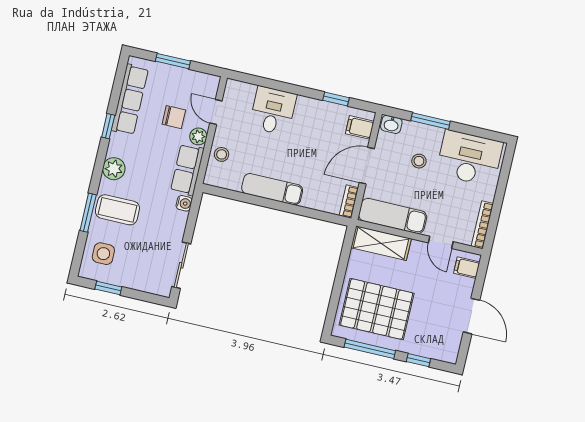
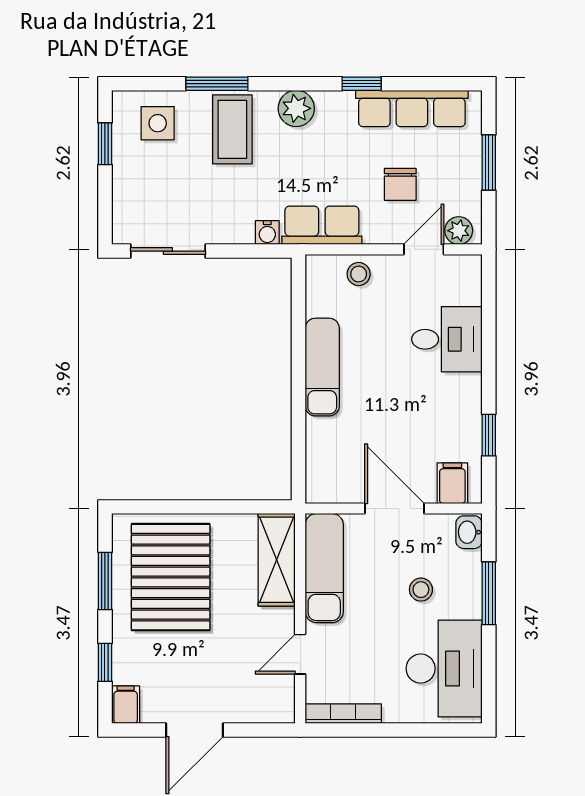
plant: (198, 136) -> (459, 231), moved
bookcase: (349, 202) -> (331, 493), removed
filing cabinet: (467, 268) -> (126, 705), moved
window: (370, 349) -> (105, 581), width x0.69

